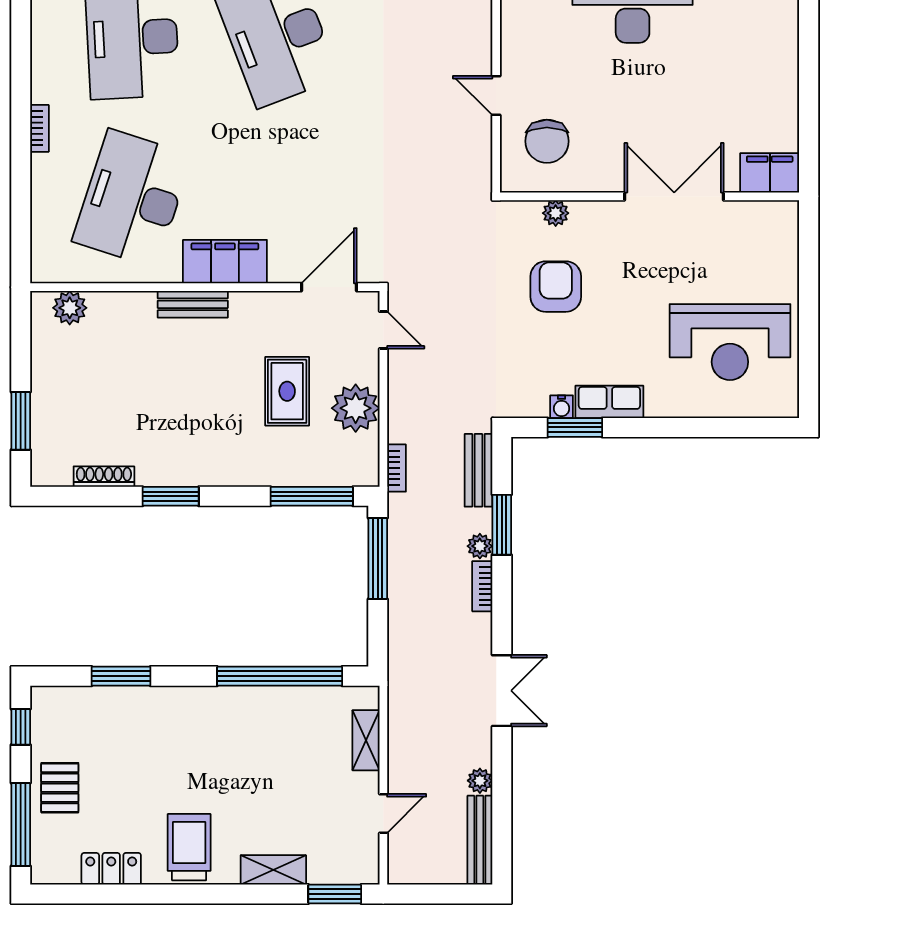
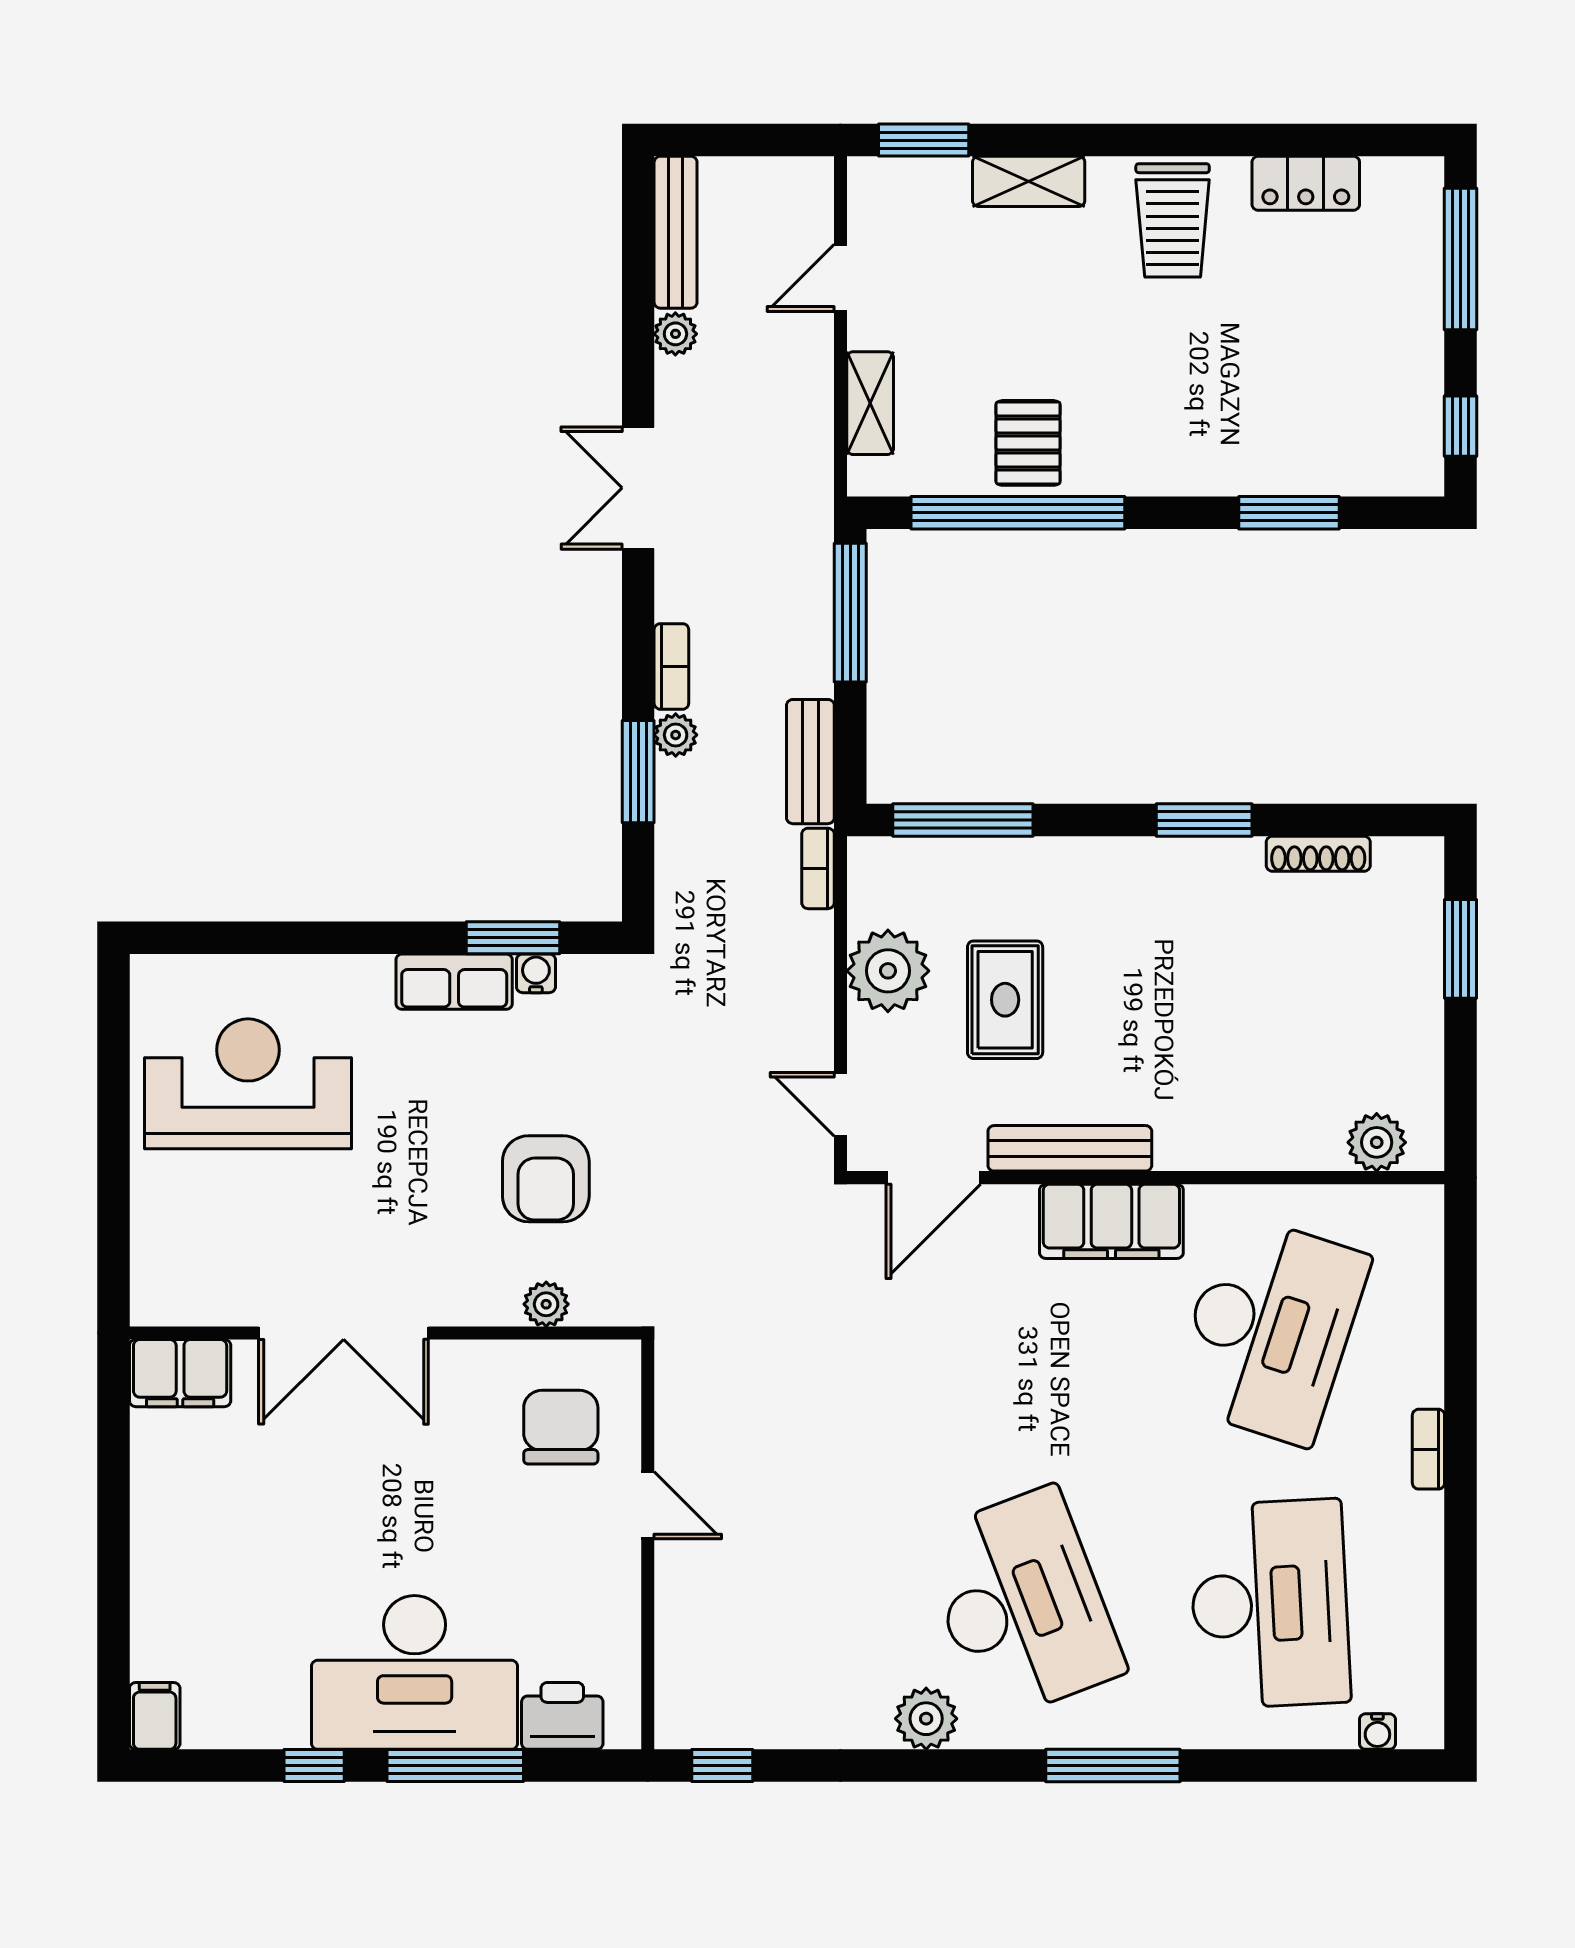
bench: (193, 304) -> (1070, 1148), moved, width x1.36
bench: (478, 470) -> (810, 762), moved
window: (378, 559) -> (850, 613), moved
pallet: (60, 788) -> (1028, 443), moved

